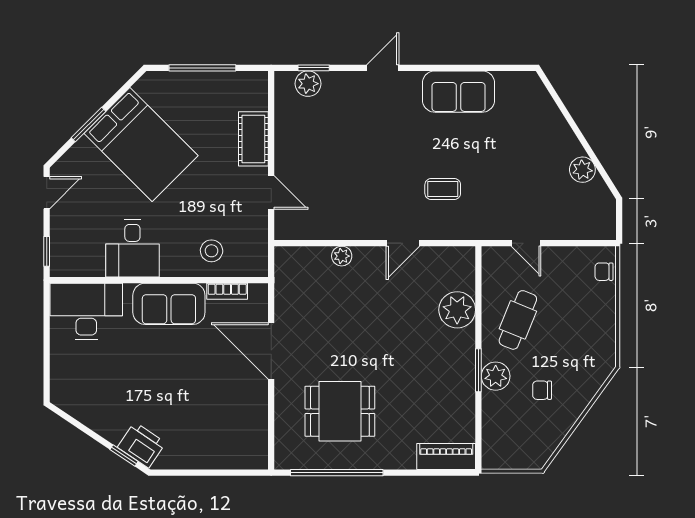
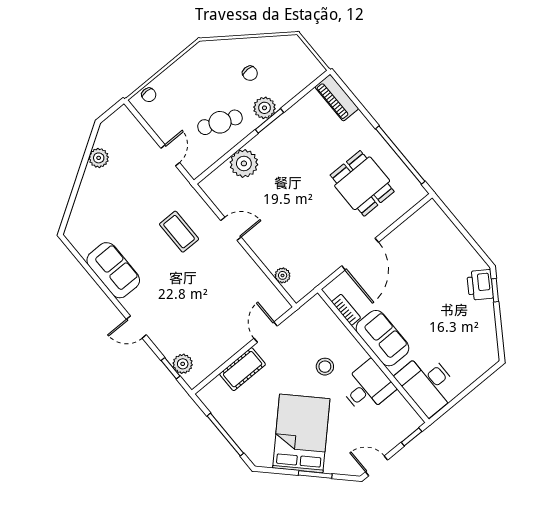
coffee table: (443, 189) -> (179, 232), width x1.36, depth x1.30
stool: (212, 251) -> (325, 367), moved
plant: (342, 256) -> (283, 275), moved

